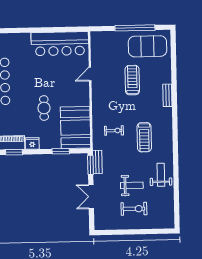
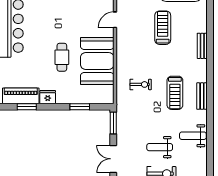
booth: (76, 127) -> (97, 61), moved
bench: (97, 162) -> (202, 96), moved
weight bench: (161, 175) -> (193, 136), turned -90
weight bench: (132, 185) -> (160, 147), turned 180

